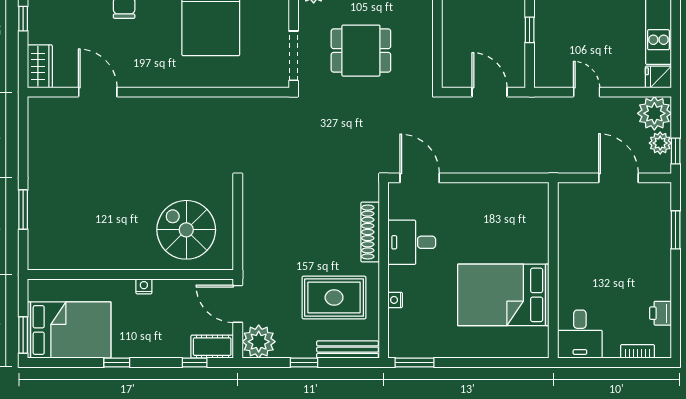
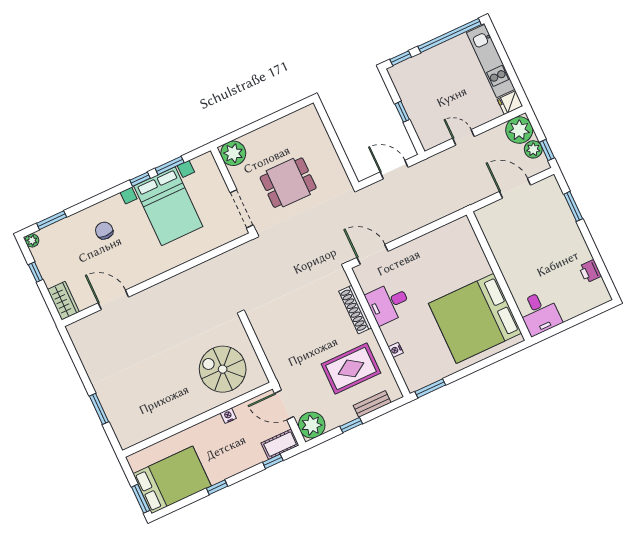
nightstand: (144, 286) -> (228, 416), moved
bed: (503, 295) -> (475, 318), width x1.36
bench: (348, 350) -> (372, 404), width x0.73
bookcase: (638, 351) -> (586, 306), removed

